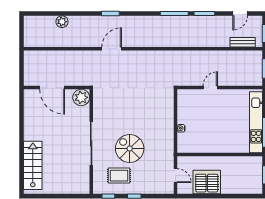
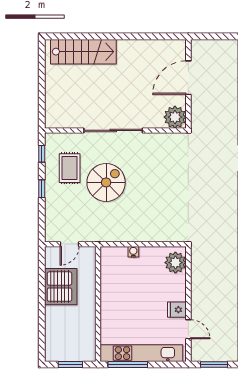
door: (210, 88) -> (188, 329), moved
fridge: (224, 96) -> (177, 310), added
plant: (189, 97) -> (175, 263), added

